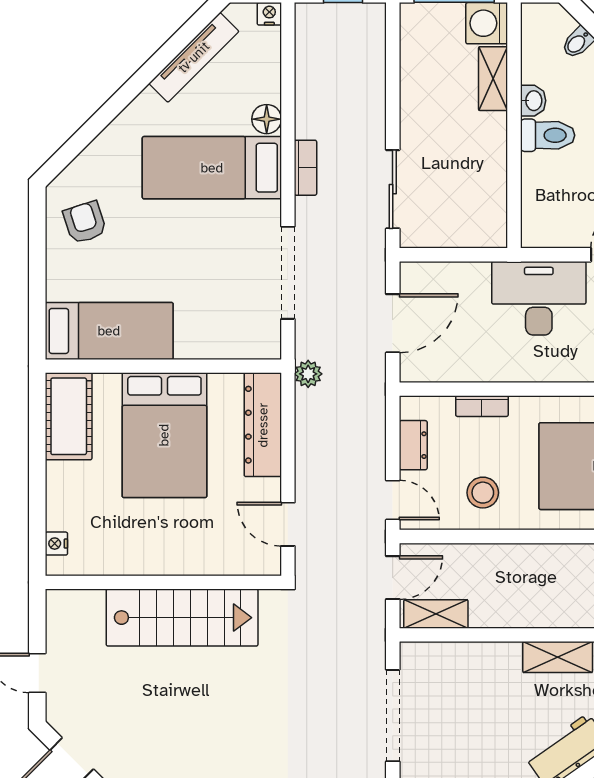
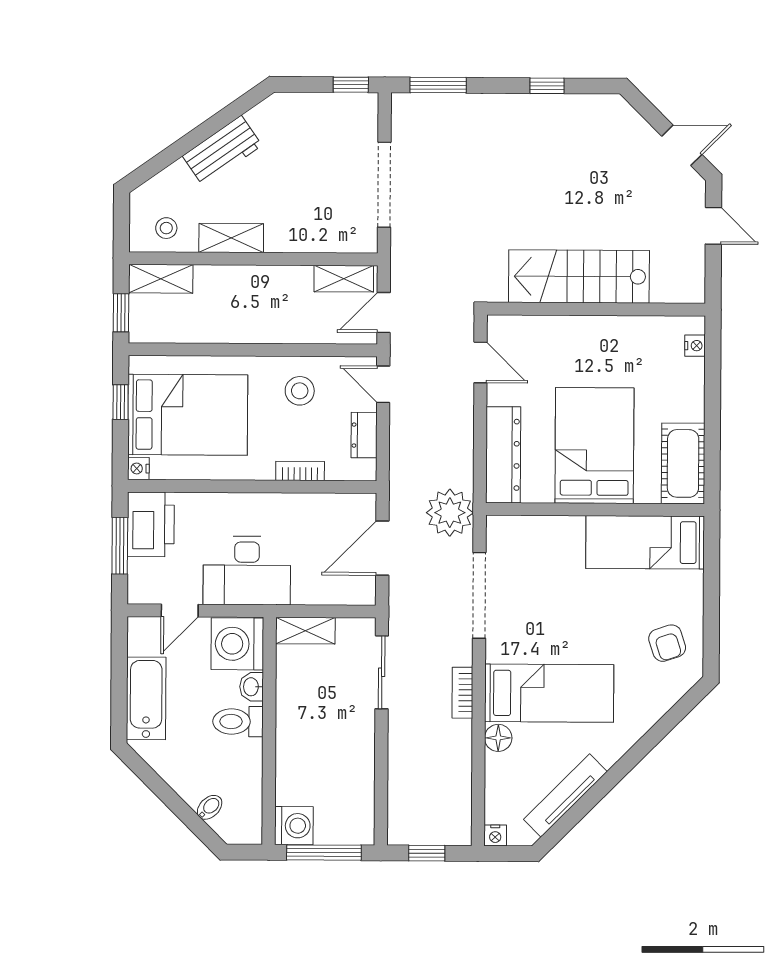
shelving: (493, 79) -> (305, 631), moved, turned 90
washbasin: (533, 101) -> (252, 687), moved
washing machine: (549, 219) -> (237, 644), added
plant: (308, 374) -> (450, 513), width x1.88, depth x1.88

